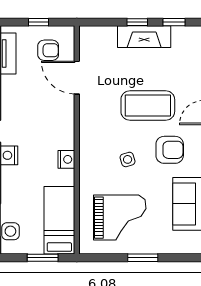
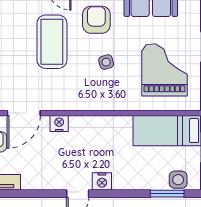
nightstand: (66, 159) -> (59, 123), moved

